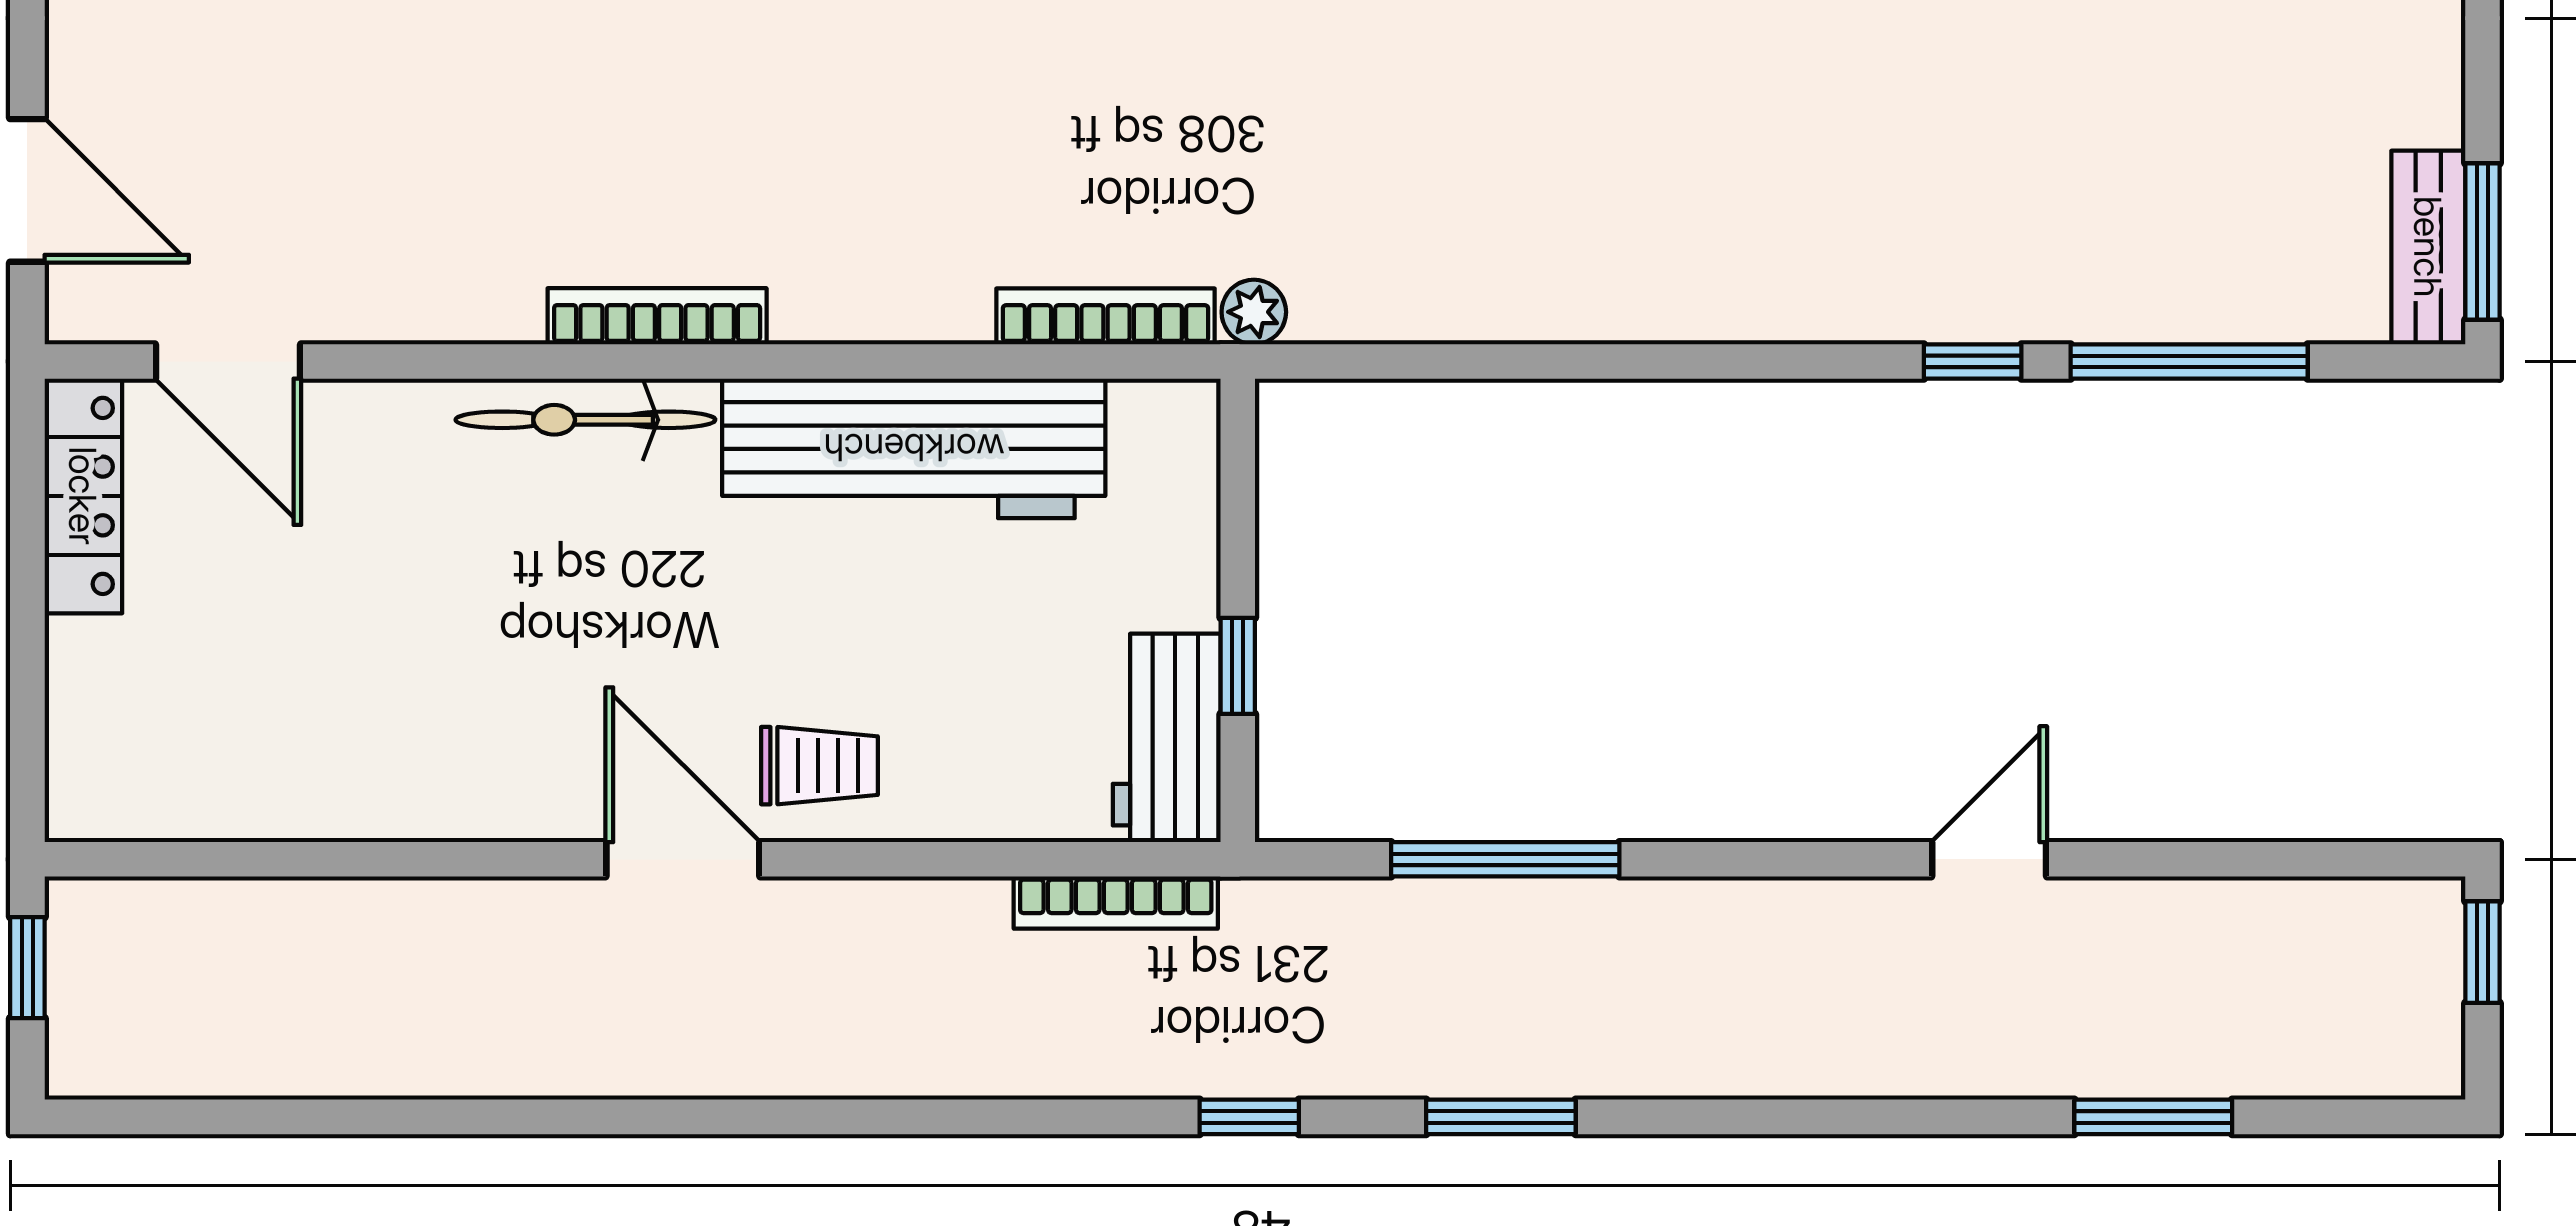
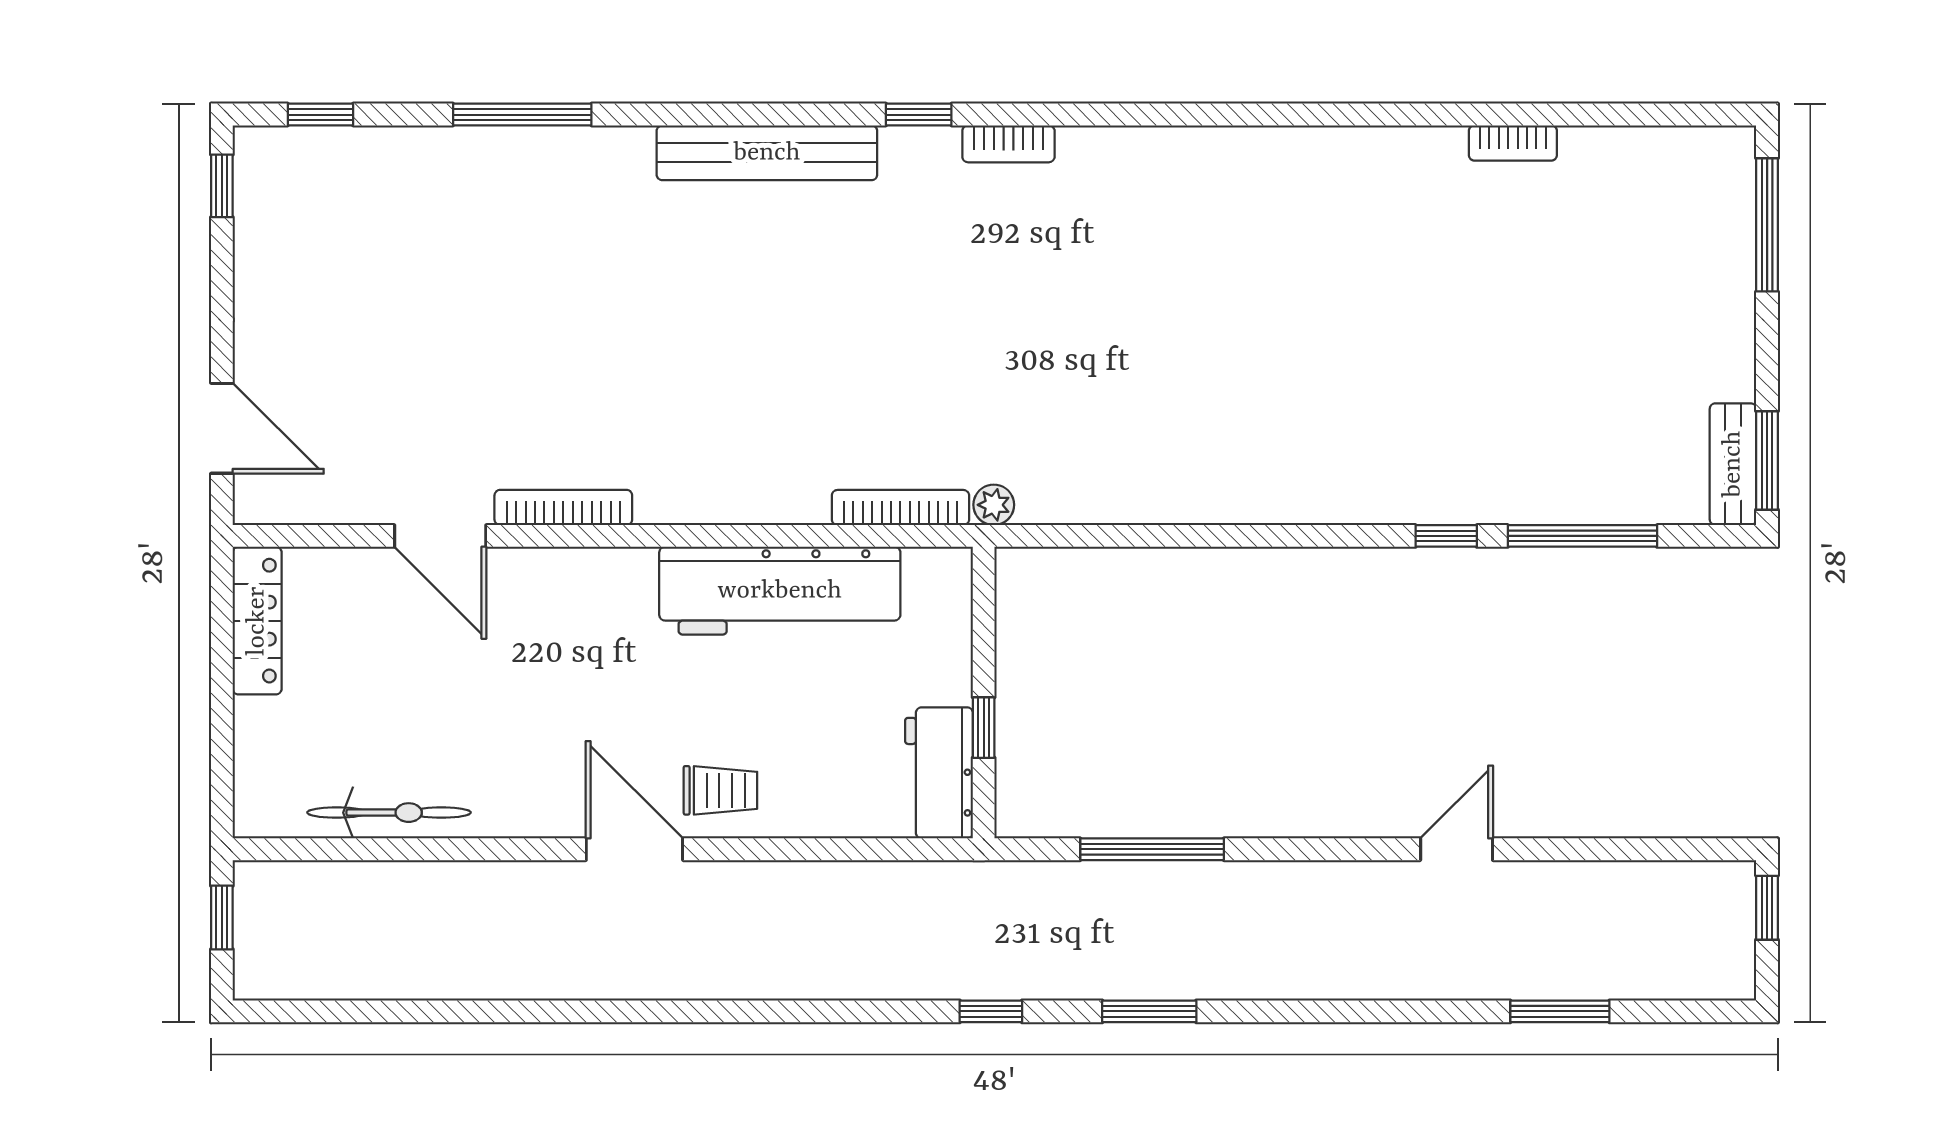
bookcase: (657, 316) -> (563, 507), moved
door: (228, 361) -> (440, 536), moved
bicycle: (585, 420) -> (389, 813), moved, turned 180
bookcase: (1116, 903) -> (907, 877), removed

